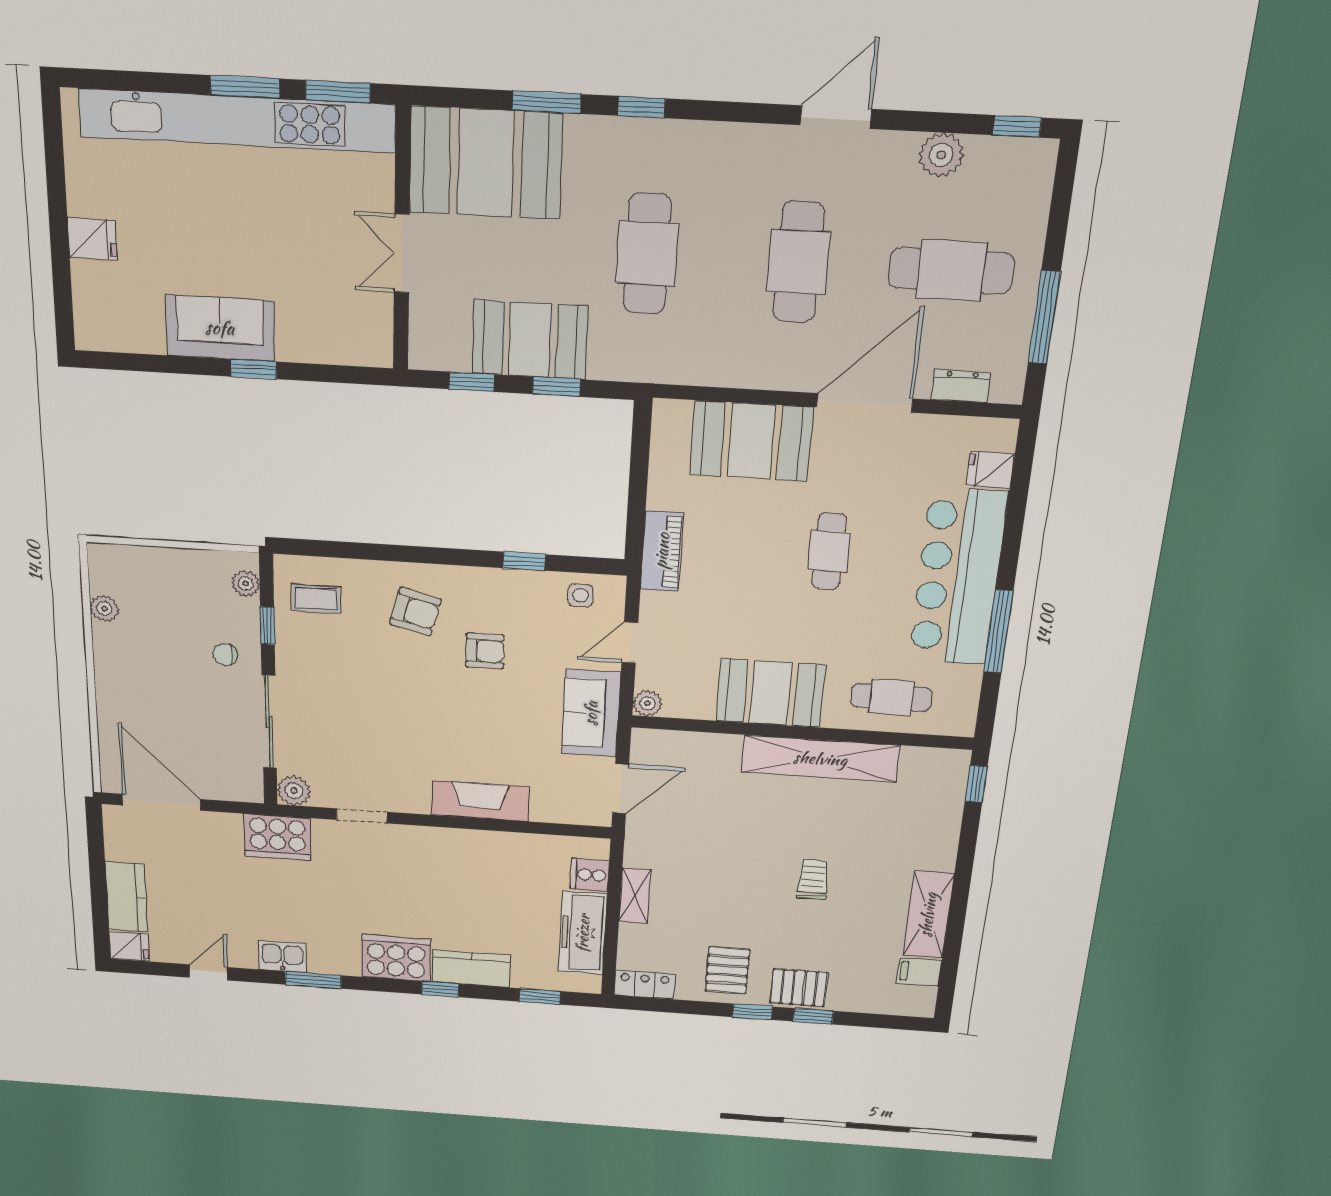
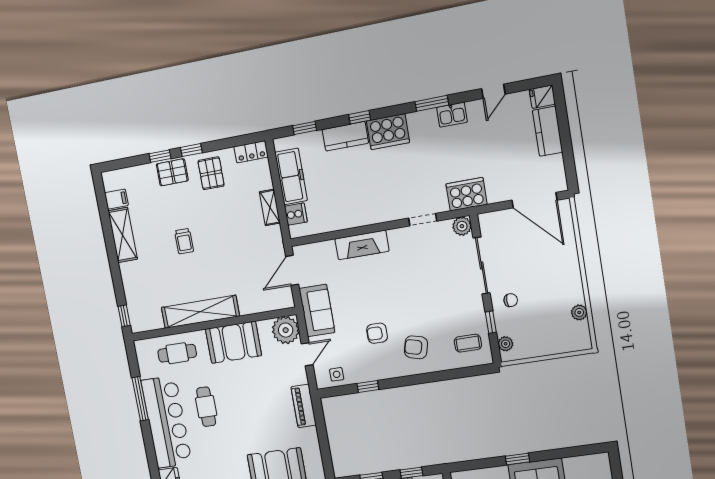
cafe table: (829, 551) -> (206, 407), moved
plant: (647, 703) -> (286, 330), width x1.88, depth x1.88

